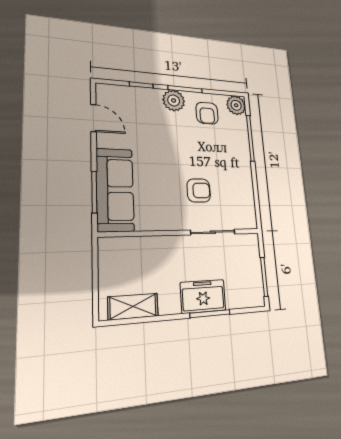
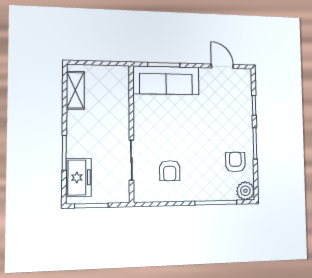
plant: (174, 100) -> (244, 132), removed
armchair: (207, 113) -> (235, 162), turned 90
door: (93, 118) -> (222, 66), swing flipped
armchair: (199, 190) -> (170, 171), moved
freezer: (203, 296) -> (79, 177), moved

